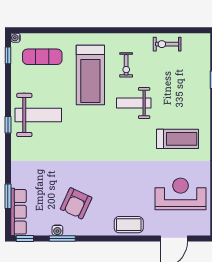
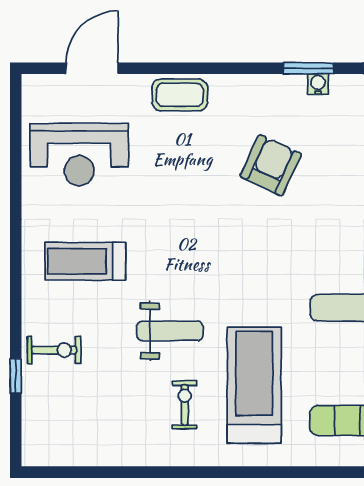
exercise bike: (167, 44) -> (54, 350), moved
armchair: (76, 203) -> (271, 165), moved

